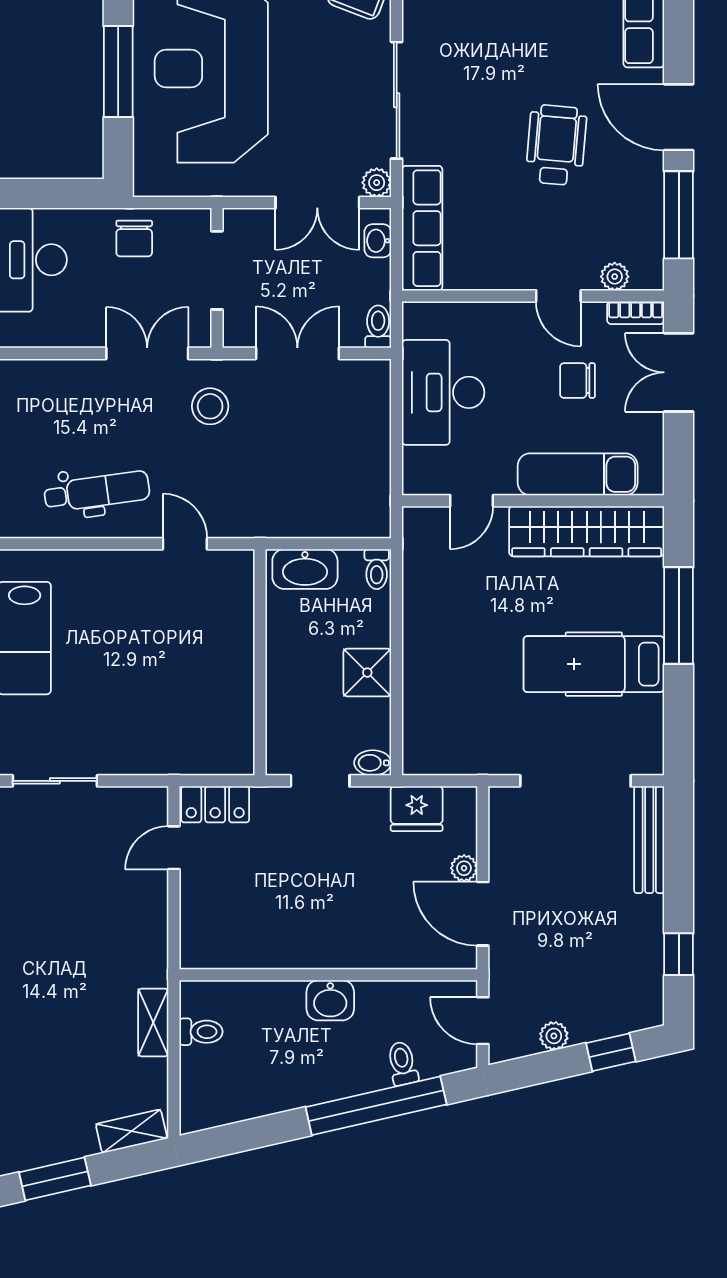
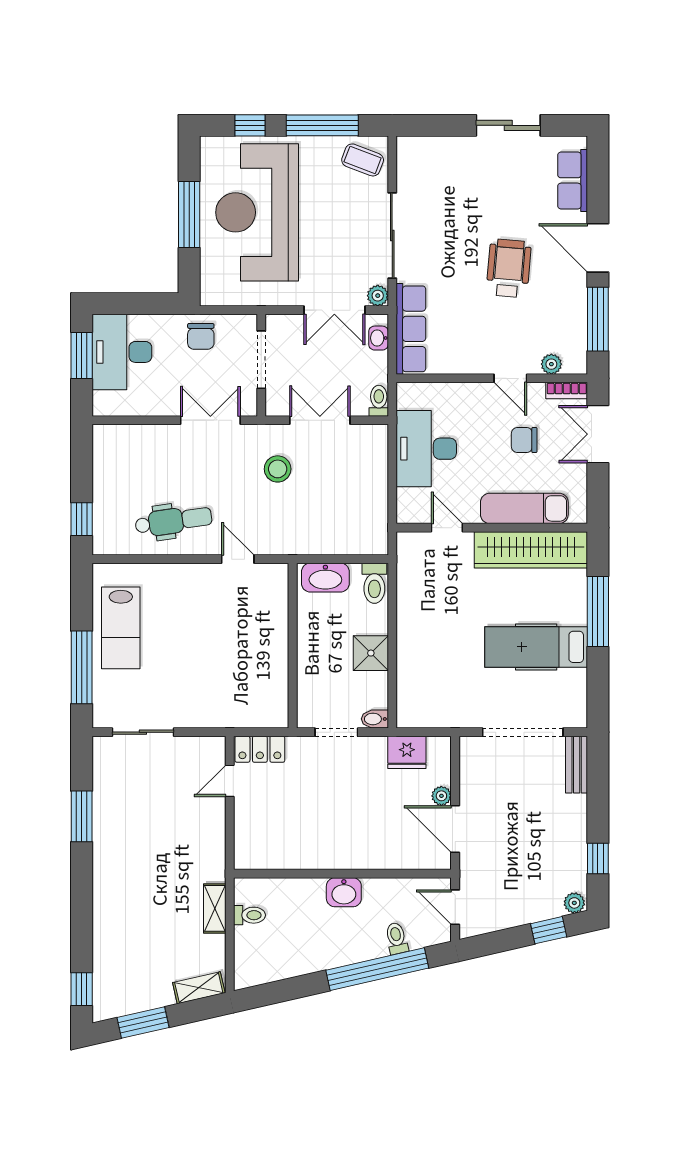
stool: (210, 406) -> (278, 469), moved
door: (472, 501) -> (447, 528), swing flipped
toilet: (377, 569) -> (374, 583), width x1.37, depth x1.39
bench: (649, 840) -> (577, 765), width x0.73
plant: (554, 1036) -> (574, 903), moved

